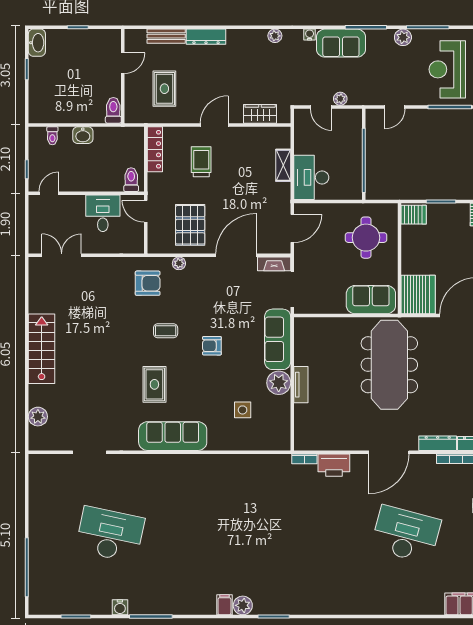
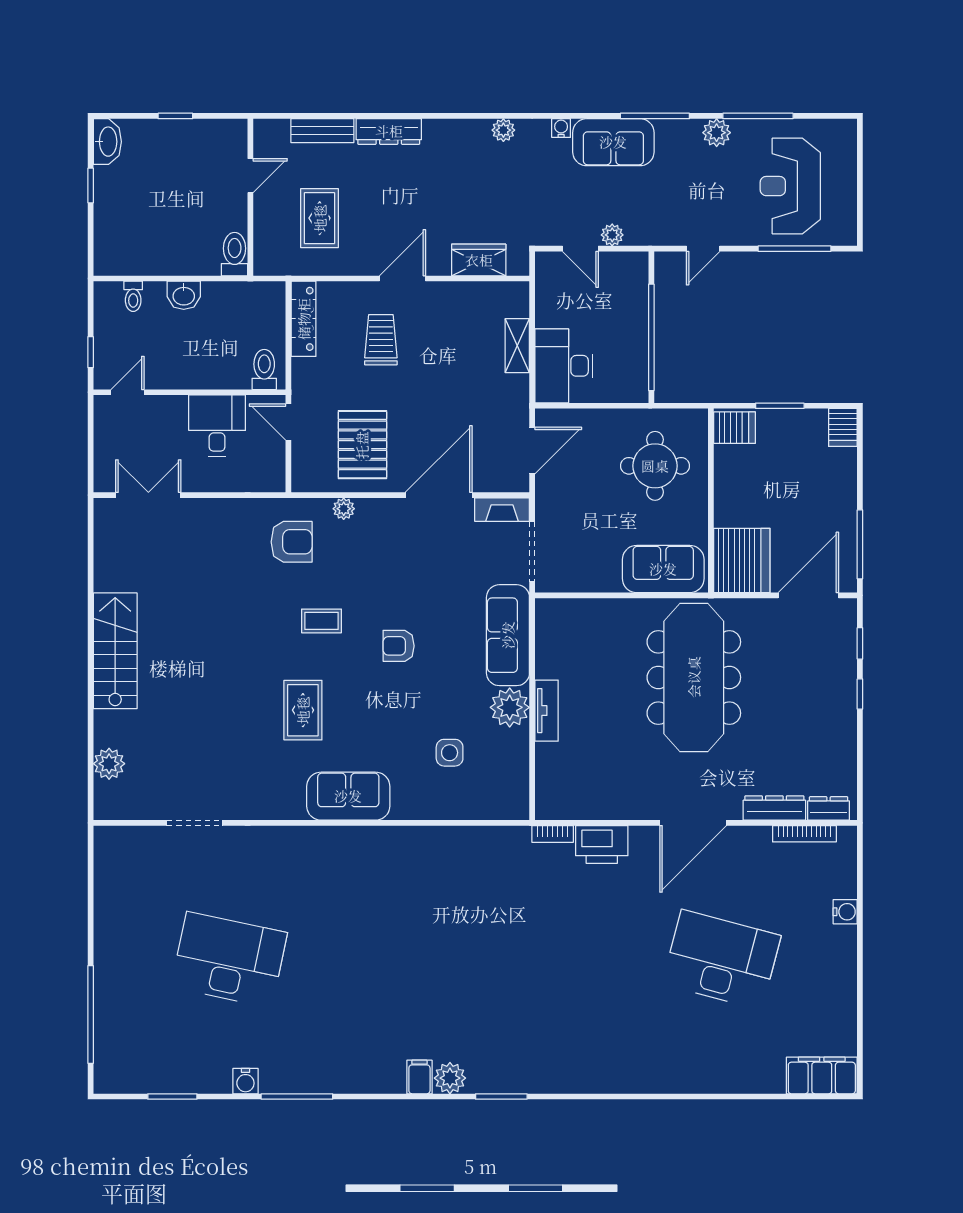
sofa: (173, 436) -> (348, 796), width x0.73

